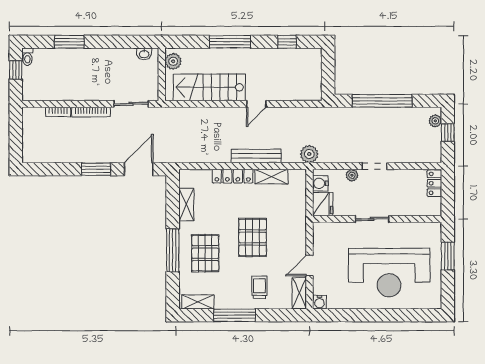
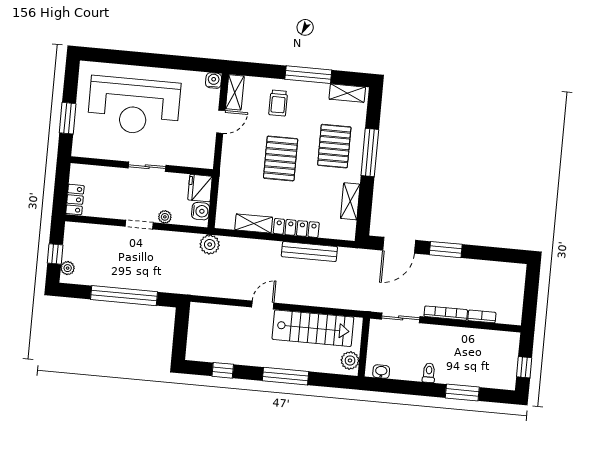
toilet: (27, 57) -> (429, 373), moved
bench: (256, 156) -> (309, 252), moved
reception desk: (389, 273) -> (134, 106), turned 180

